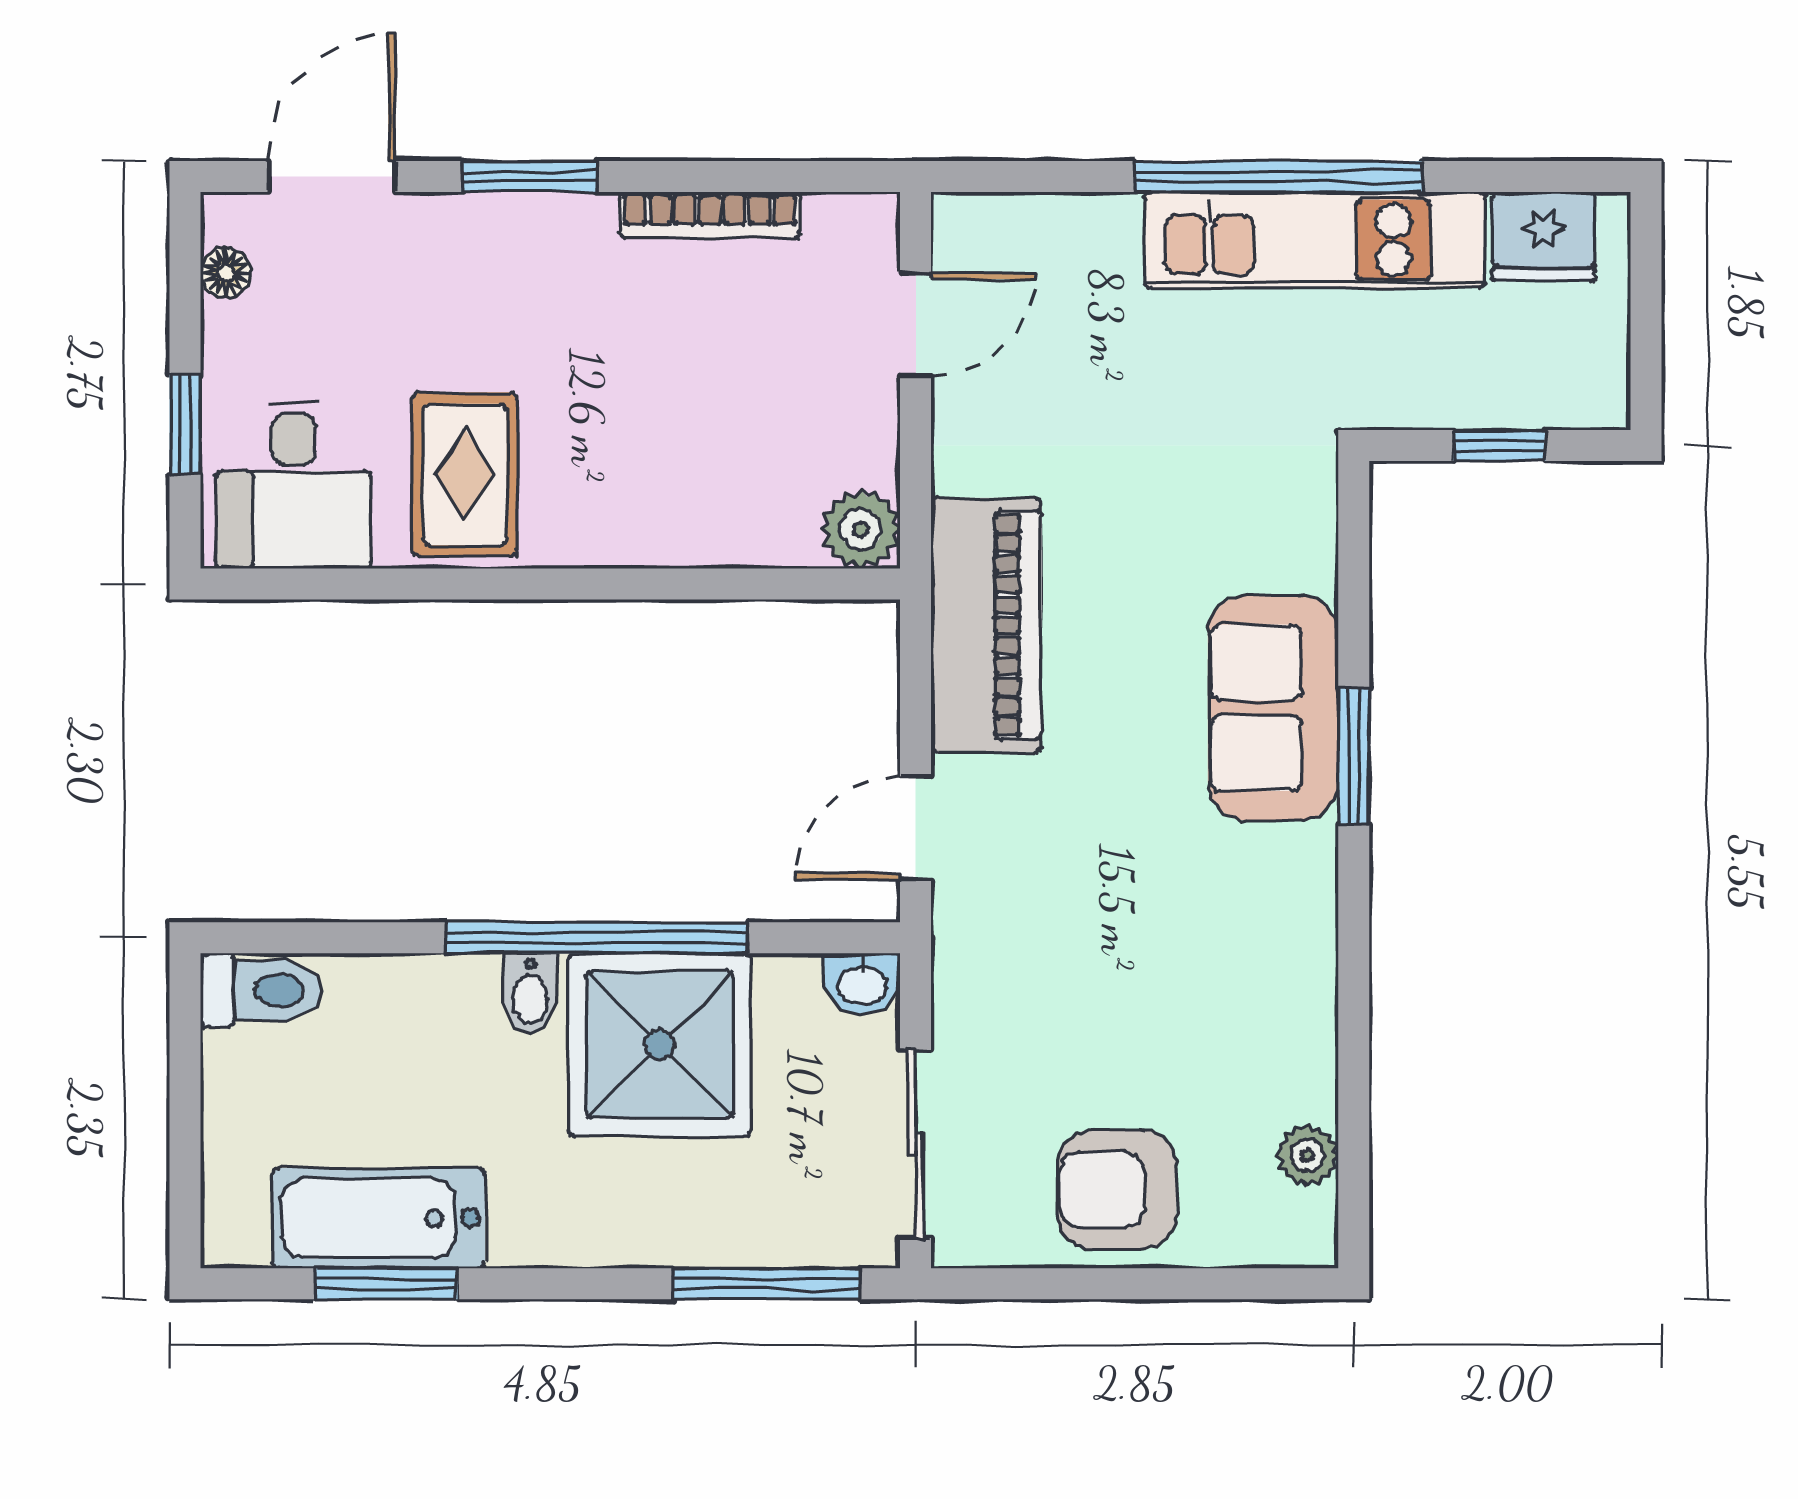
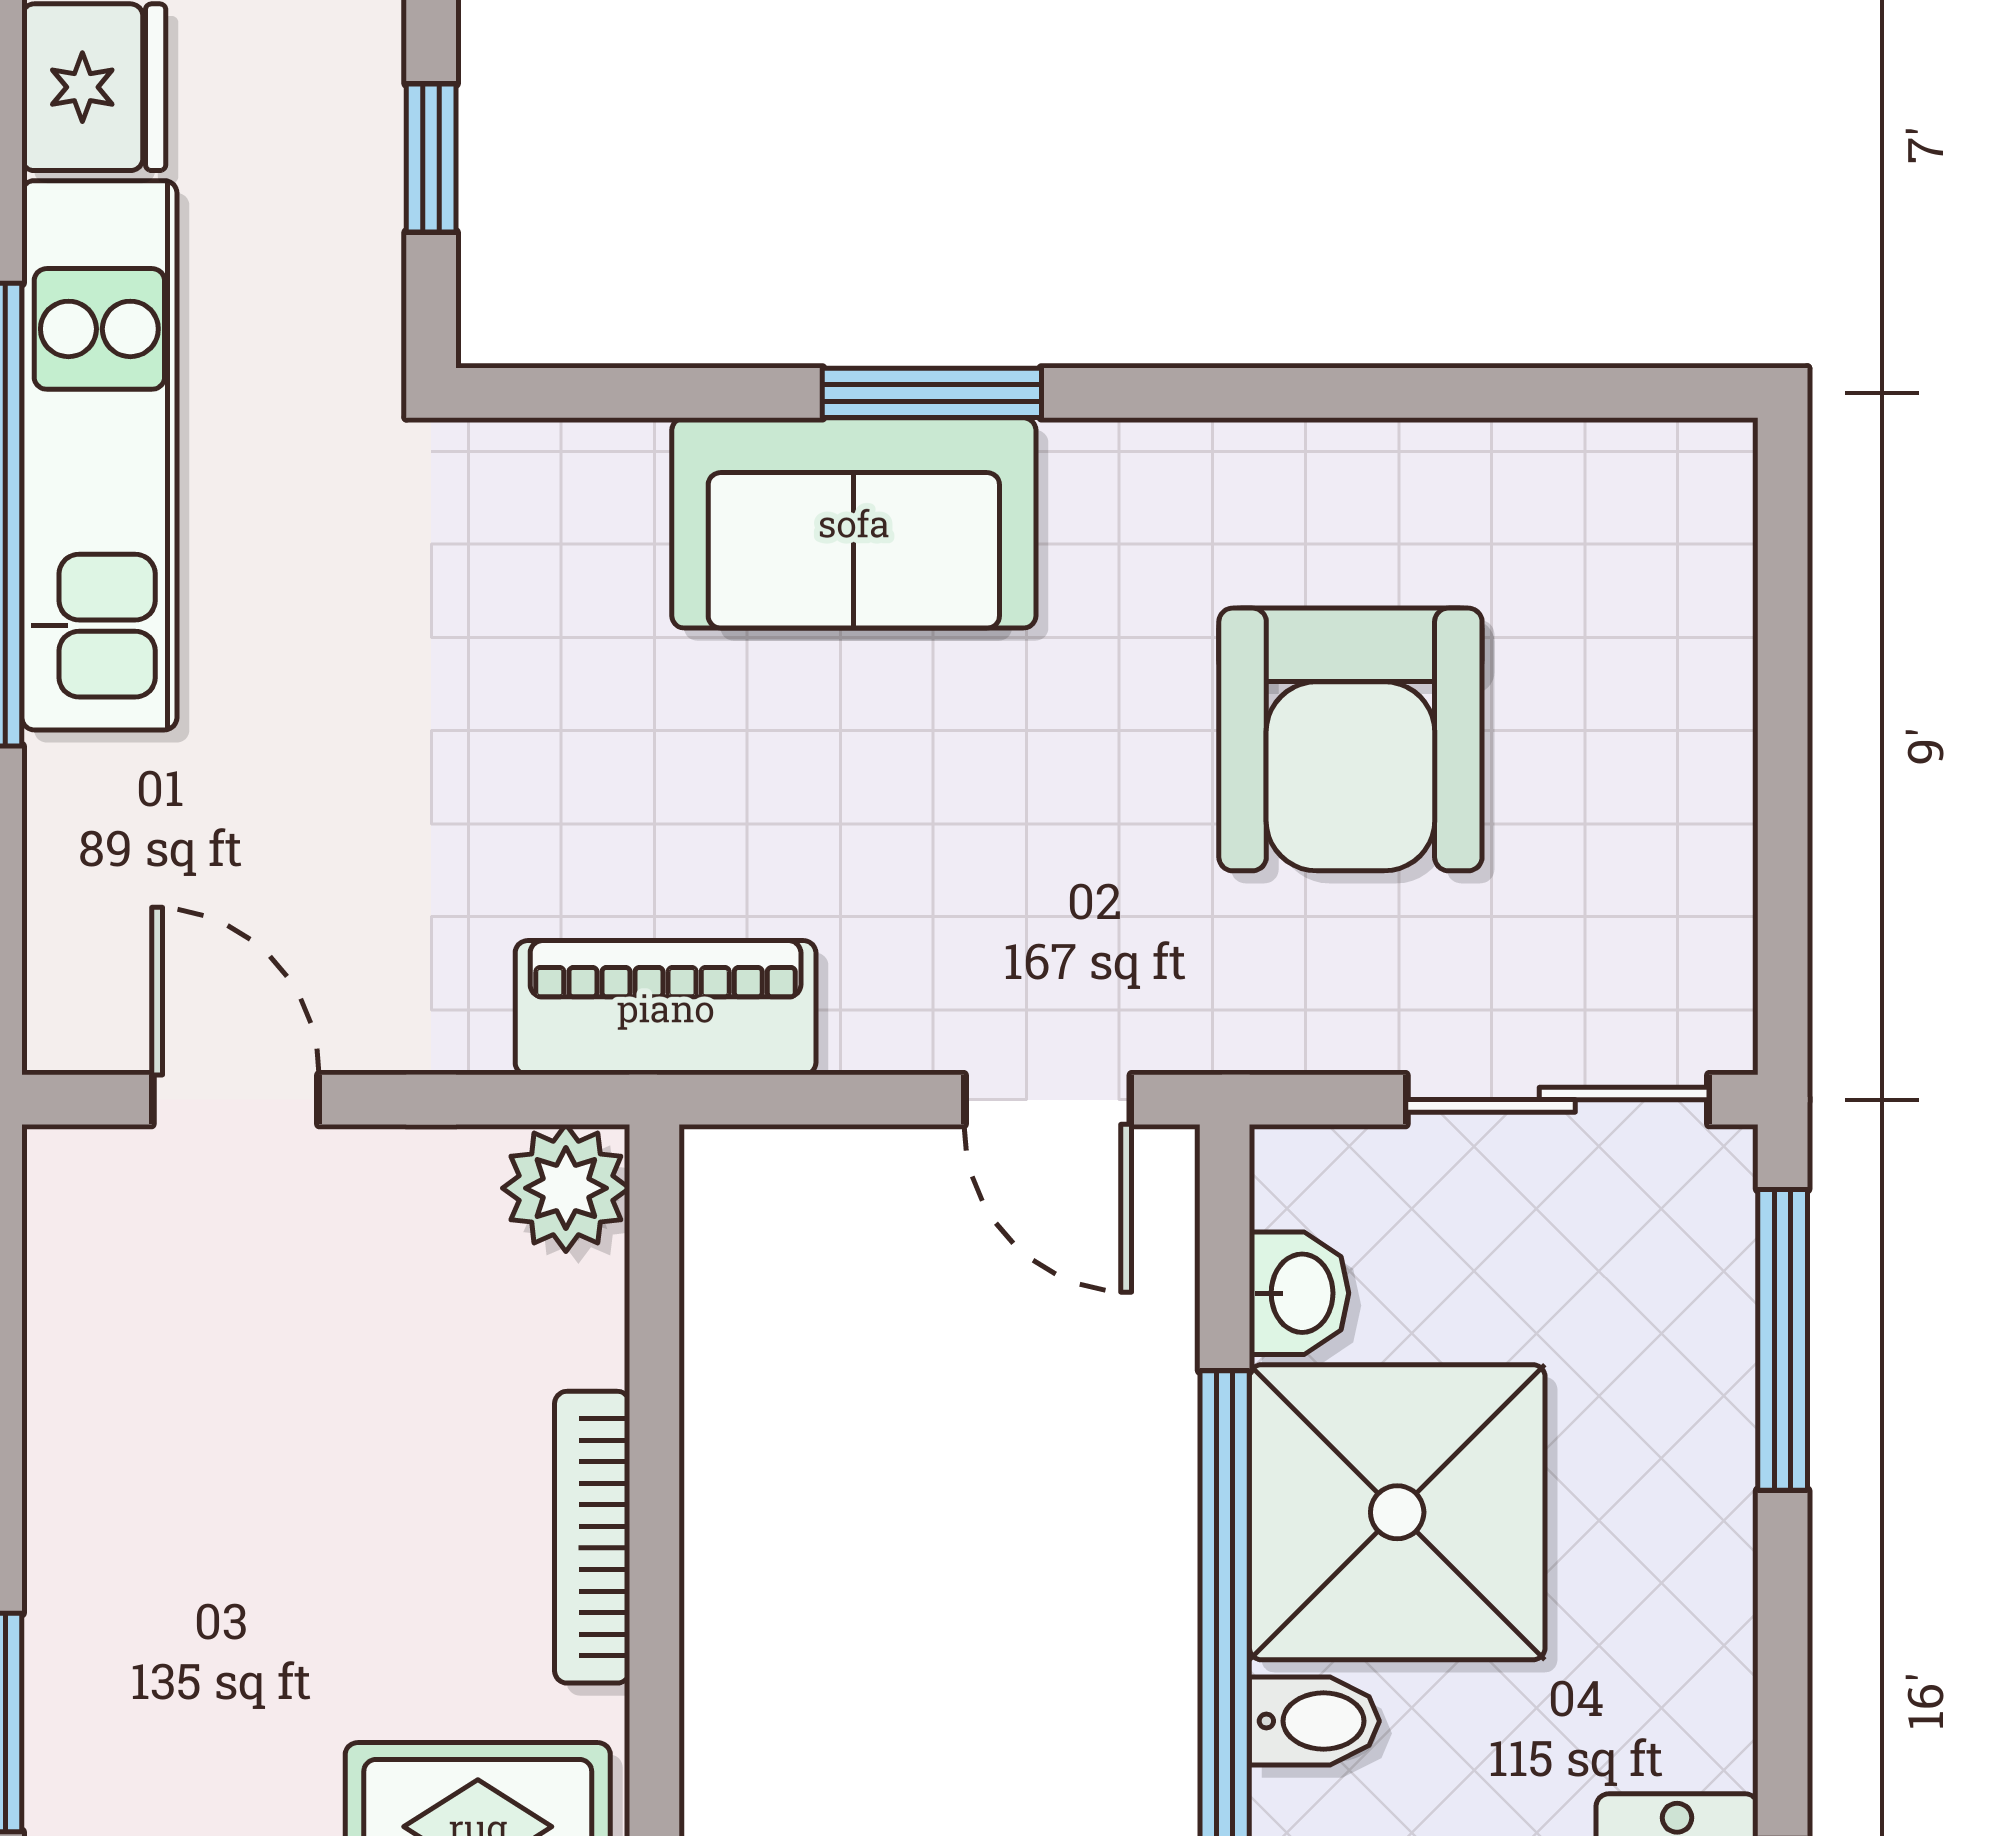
bookcase: (710, 215) -> (592, 1537), moved, turned 180
piano: (986, 625) -> (666, 1008), width x0.73, depth x0.75
washbasin: (862, 984) -> (1299, 1293), moved
plant: (1307, 1156) -> (1576, 468), removed
armchair: (1117, 1190) -> (1350, 739), moved, width x1.36, depth x1.36

